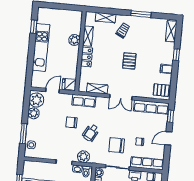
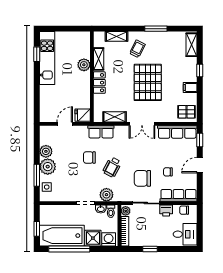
kitchen unit: (41, 47) -> (47, 58), moved
pallet: (129, 61) -> (148, 82), width x2.05, depth x2.00
plant: (36, 100) -> (48, 167), moved

